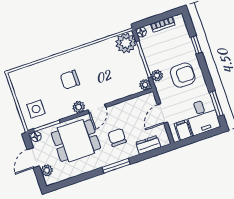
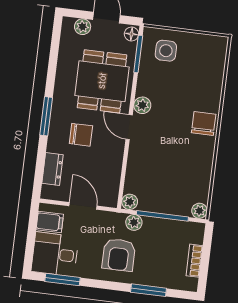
floor lamp: (141, 32) -> (198, 229), removed
plant: (126, 43) -> (199, 211), width x0.53, depth x0.53
window: (196, 45) -> (148, 290), width x1.50
chair: (70, 80) -> (204, 124), moved

